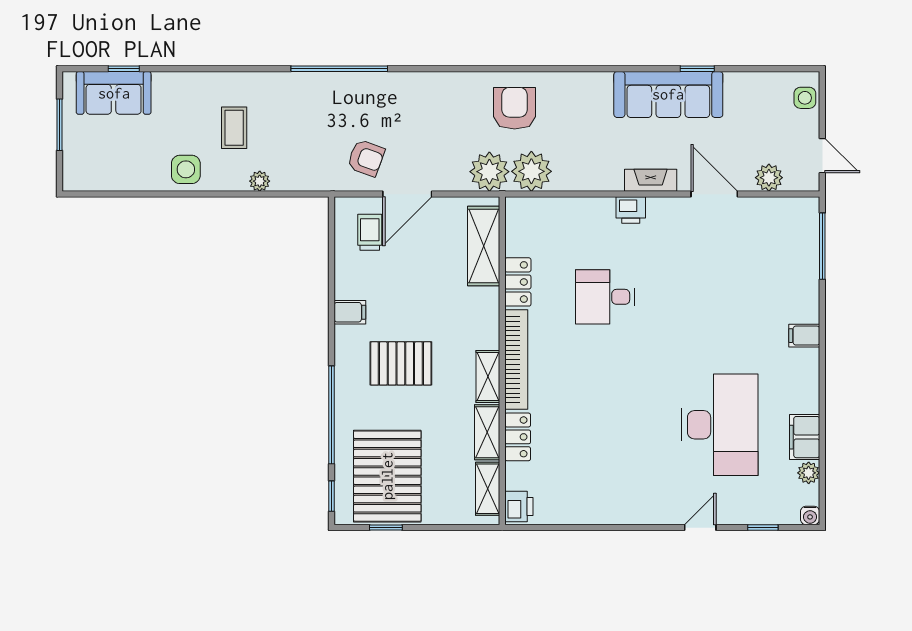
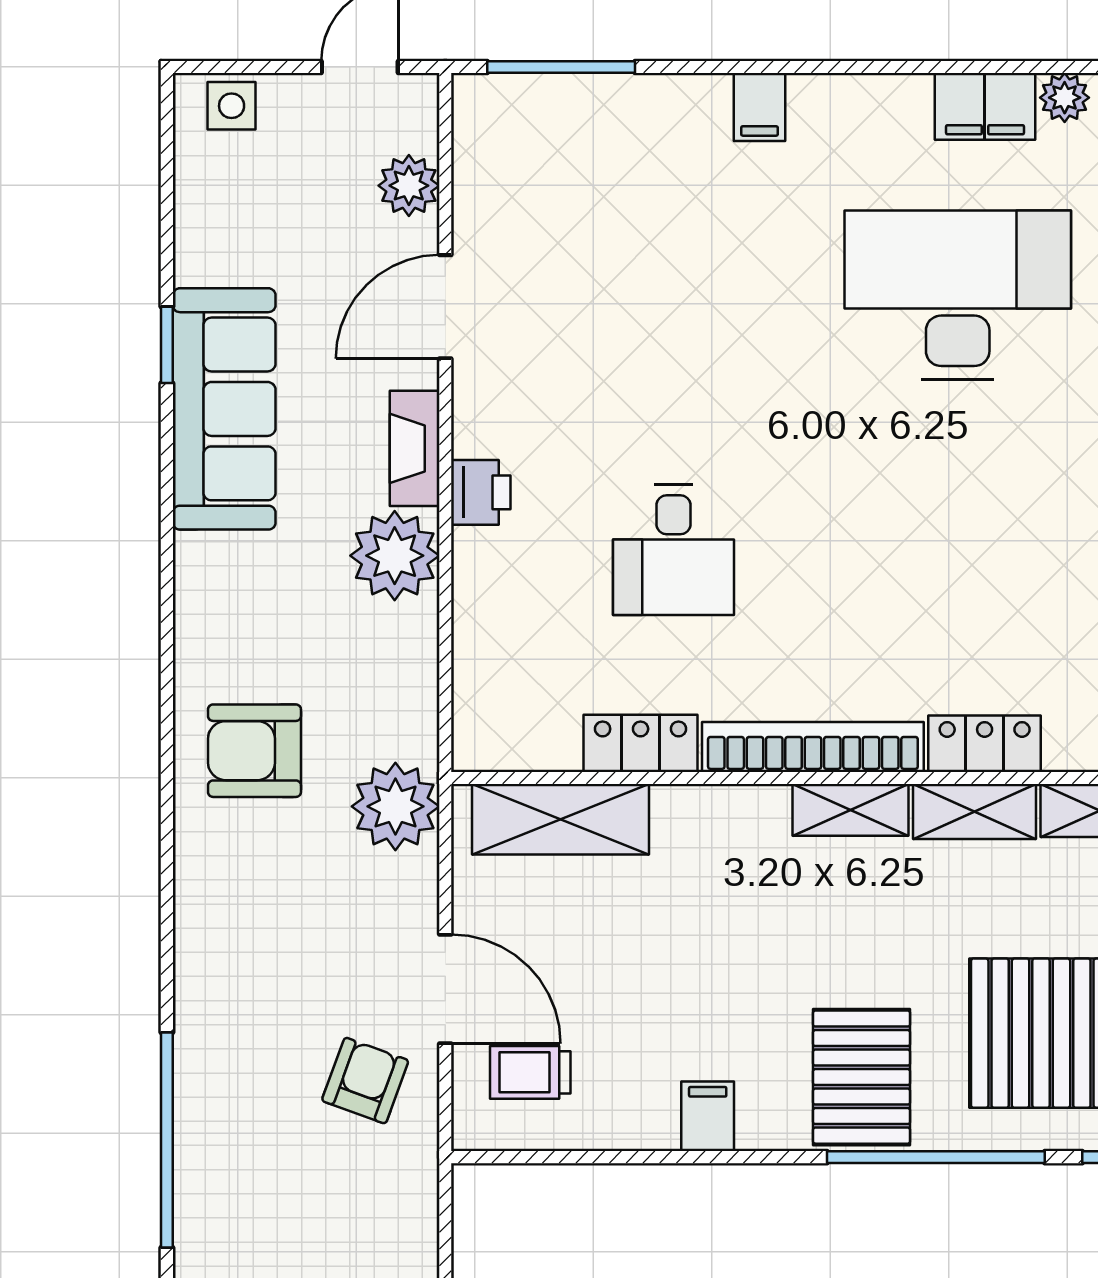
plant: (531, 171) -> (395, 556), moved
pallet: (401, 363) -> (862, 1077), moved

